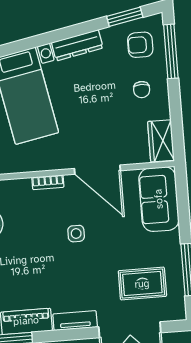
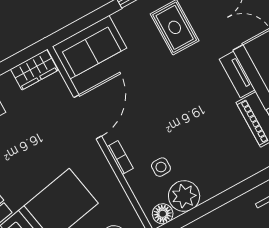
side table: (76, 234) -> (161, 167), moved

